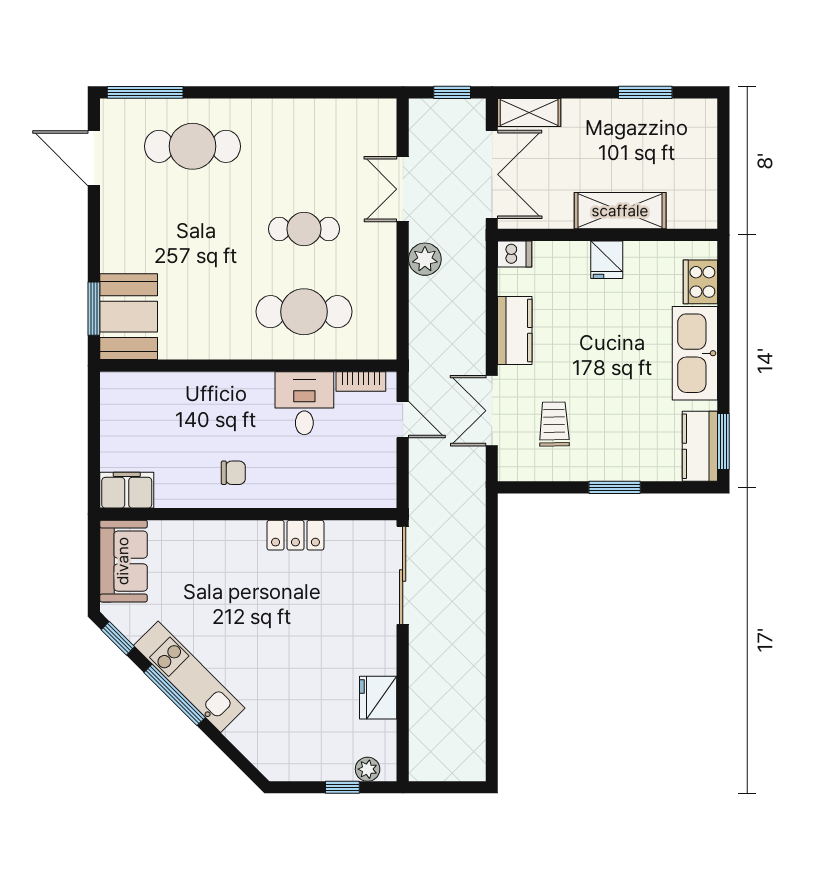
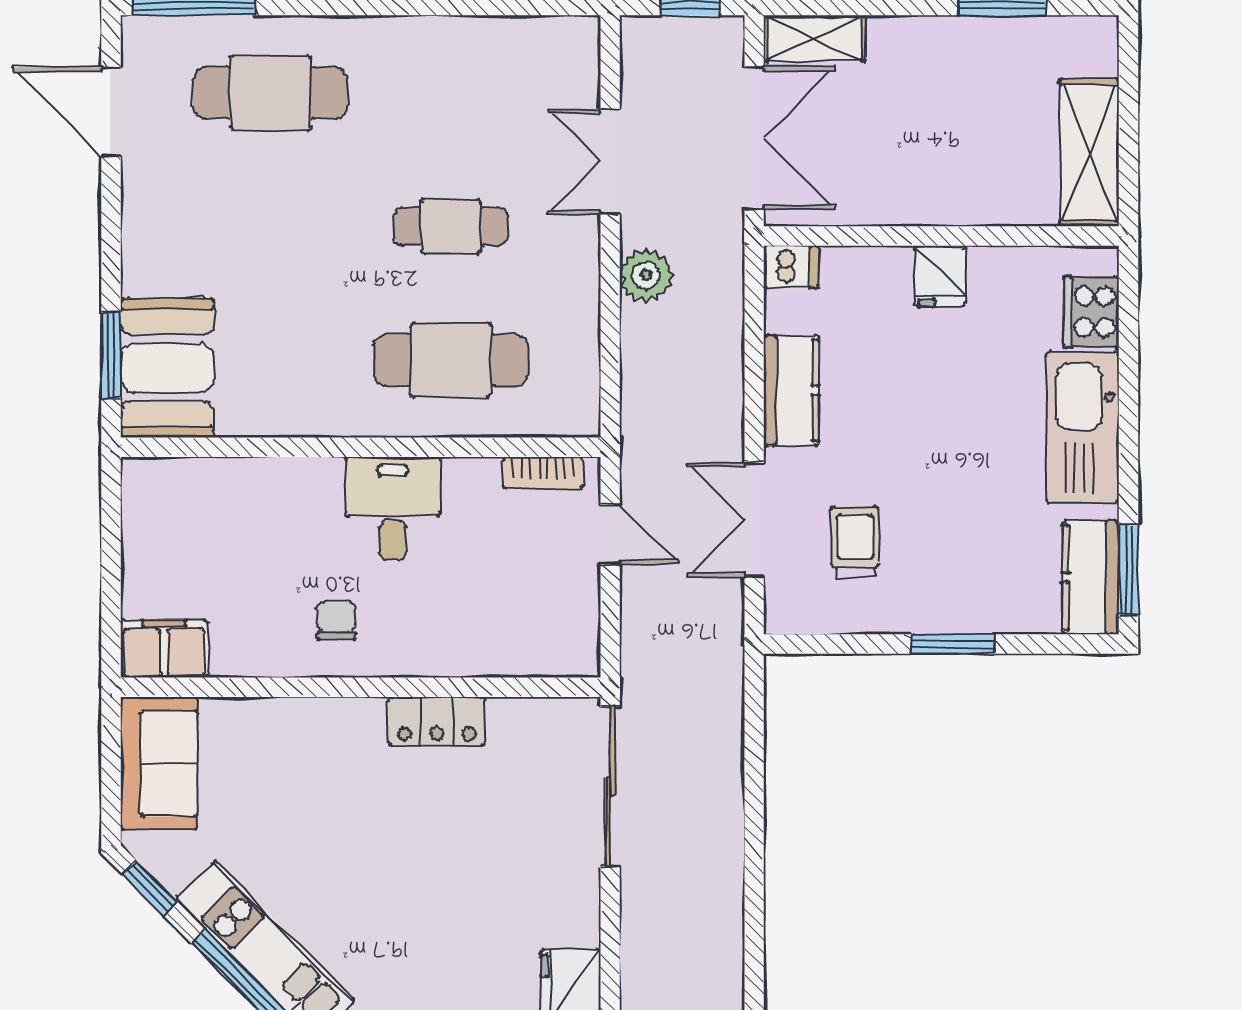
shelving: (620, 211) -> (1089, 153), moved, turned 90
desk: (304, 403) -> (393, 508), moved
chair: (233, 473) -> (336, 620), turned -90

